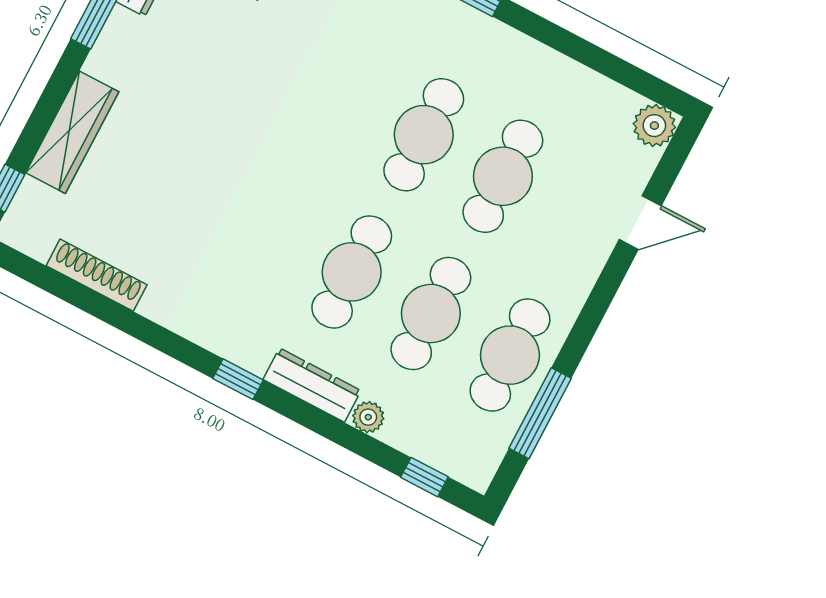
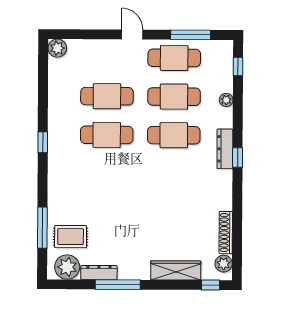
door: (640, 222) -> (132, 34), moved
plant: (35, 238) -> (224, 264), added
dresser: (312, 385) -> (225, 149), moved

